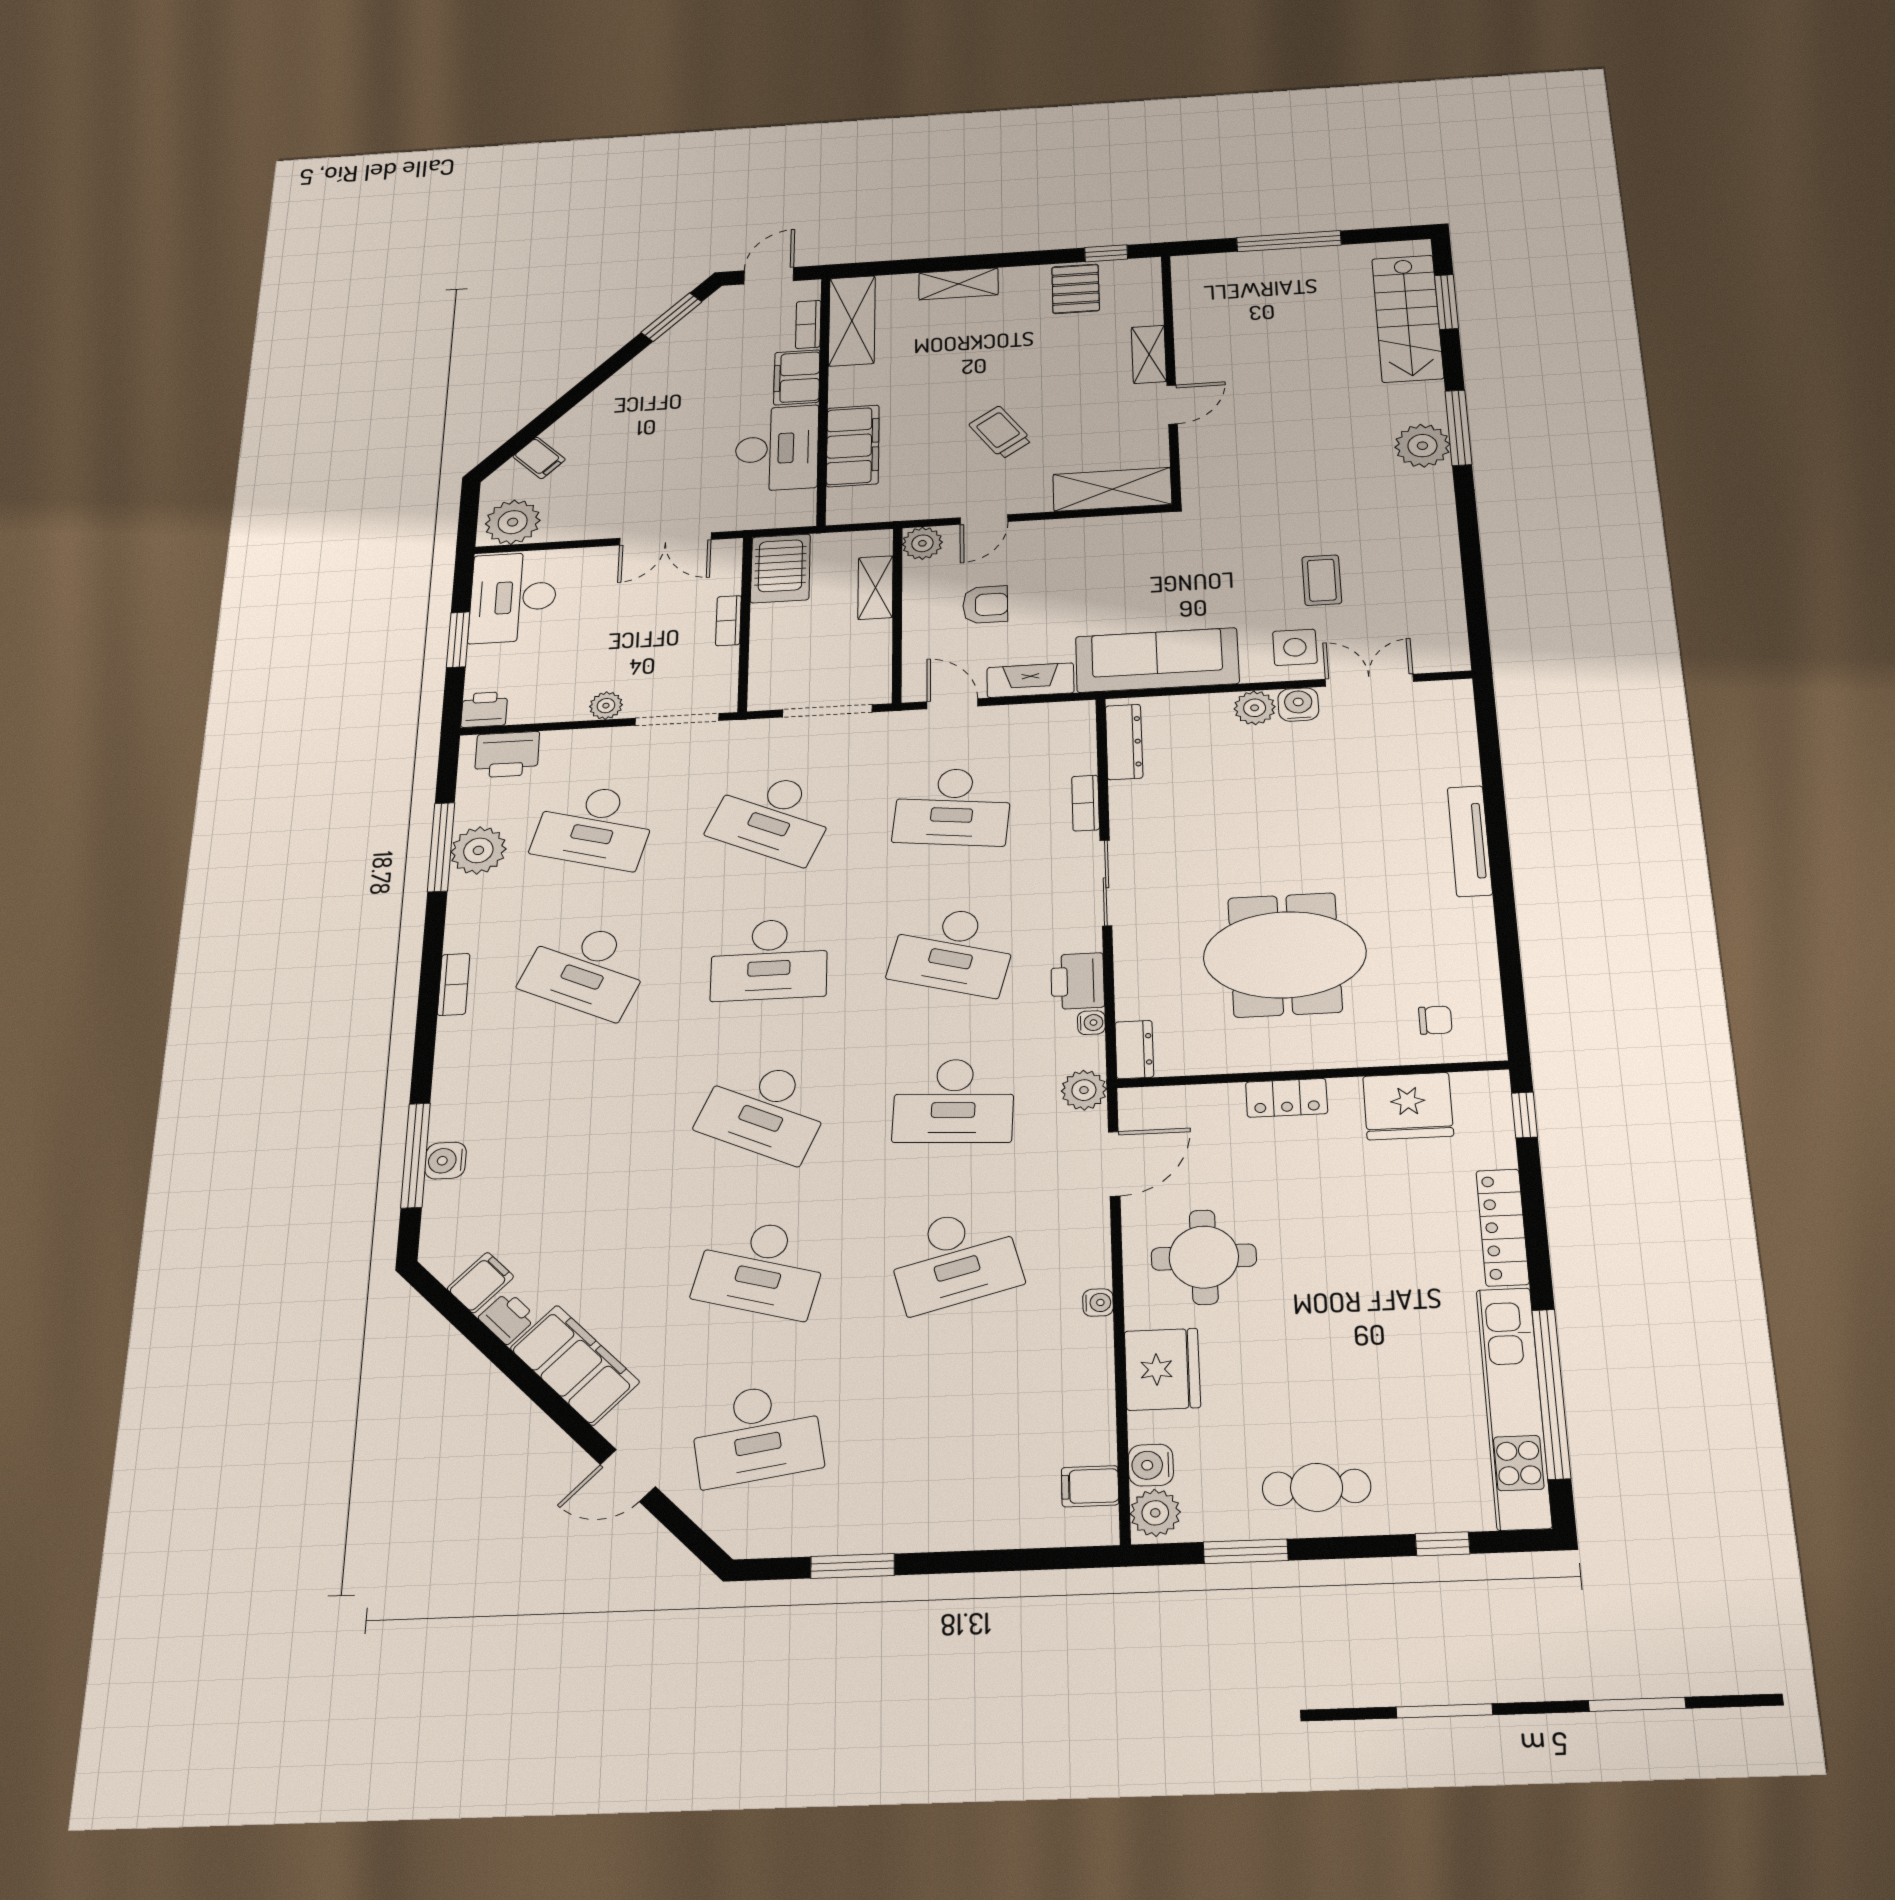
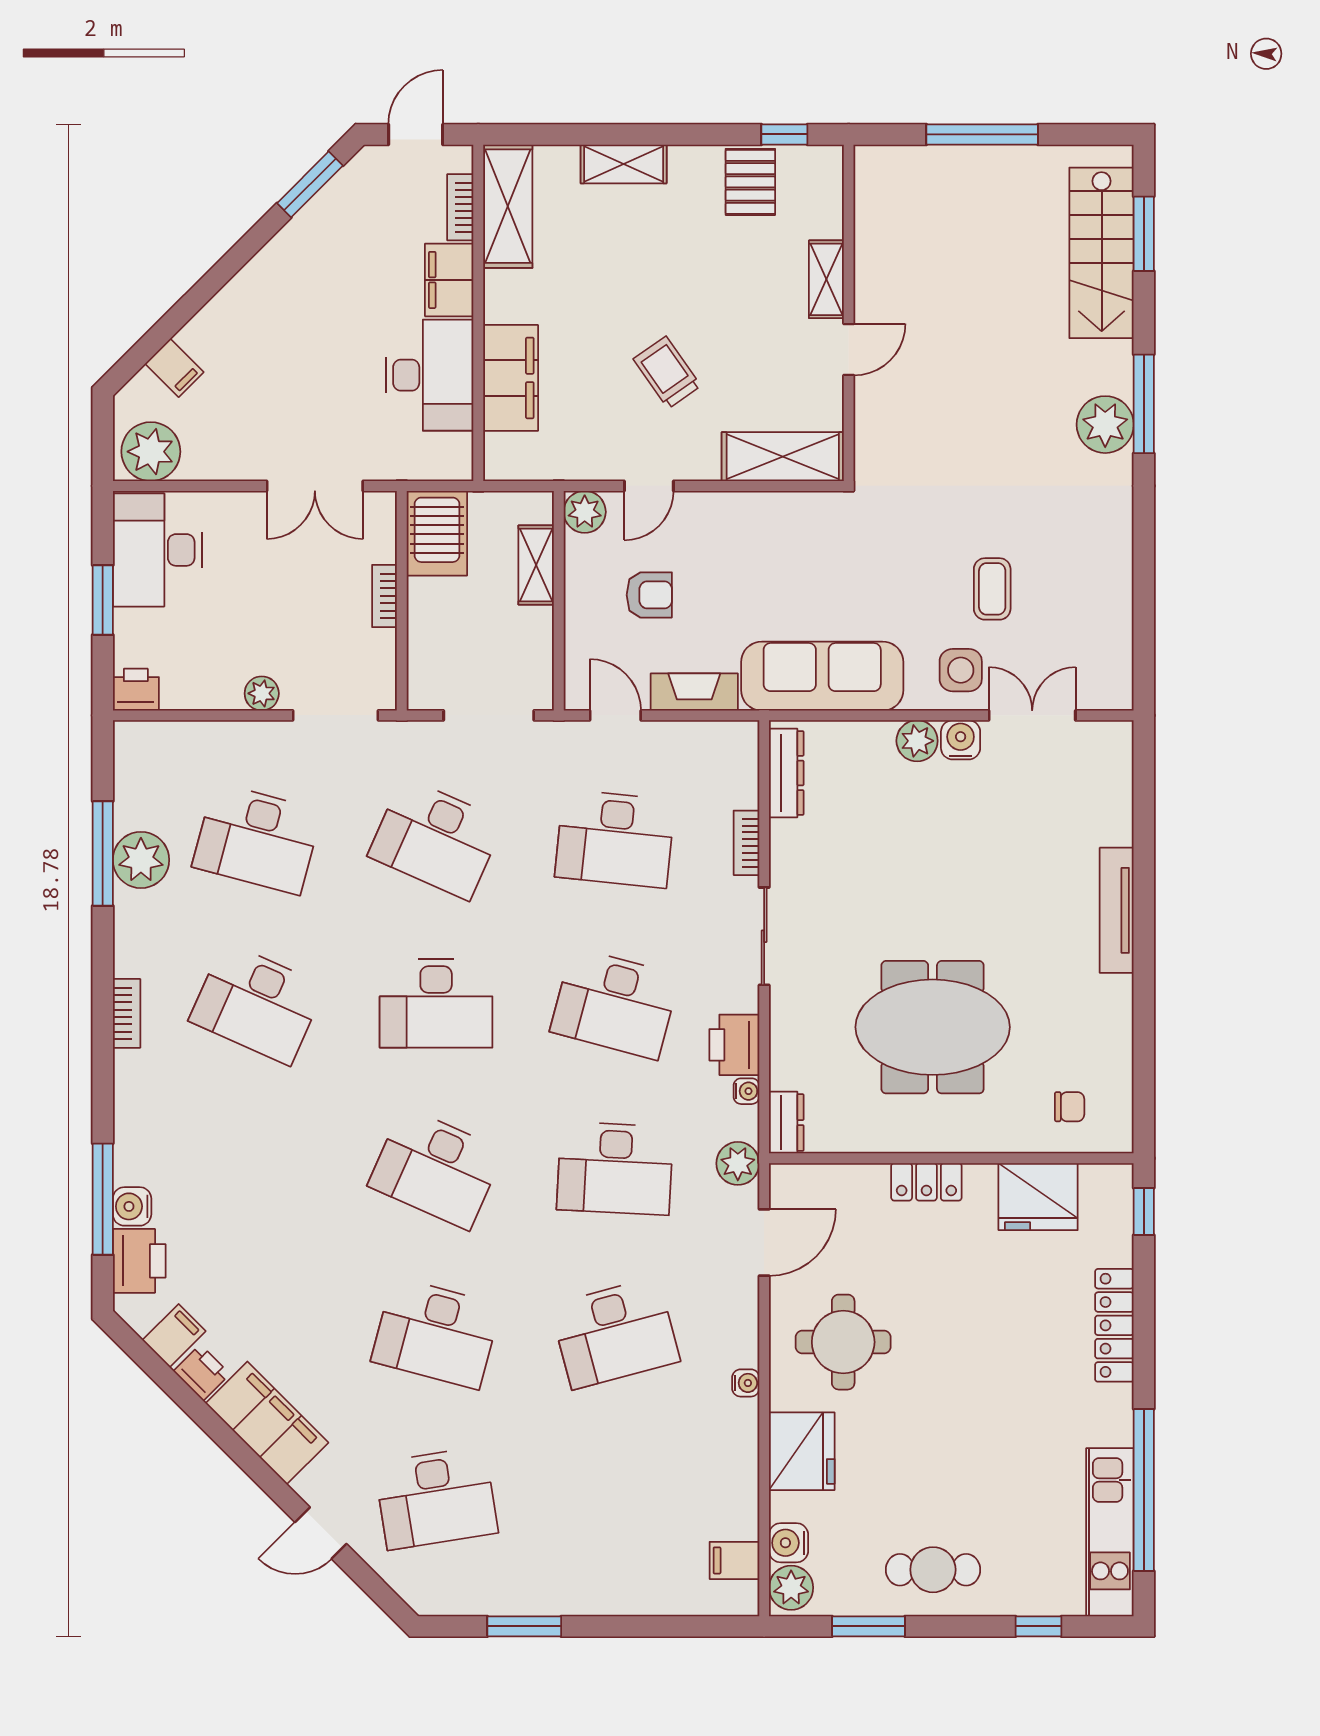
printer: (507, 755) -> (139, 1261), moved, turned -90
kitchen unit: (1514, 1407) -> (1110, 1532), width x0.73

